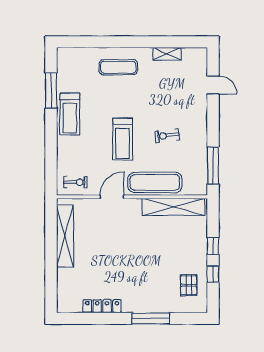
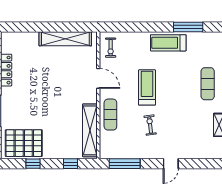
door: (213, 85) -> (171, 164), moved
treadmill: (123, 139) -> (147, 87), turned 90
exercise mat: (155, 182) -> (110, 115), width x0.73, depth x0.69
window: (213, 246) -> (71, 164), moved
pallet: (189, 285) -> (24, 143), width x2.05, depth x2.00

